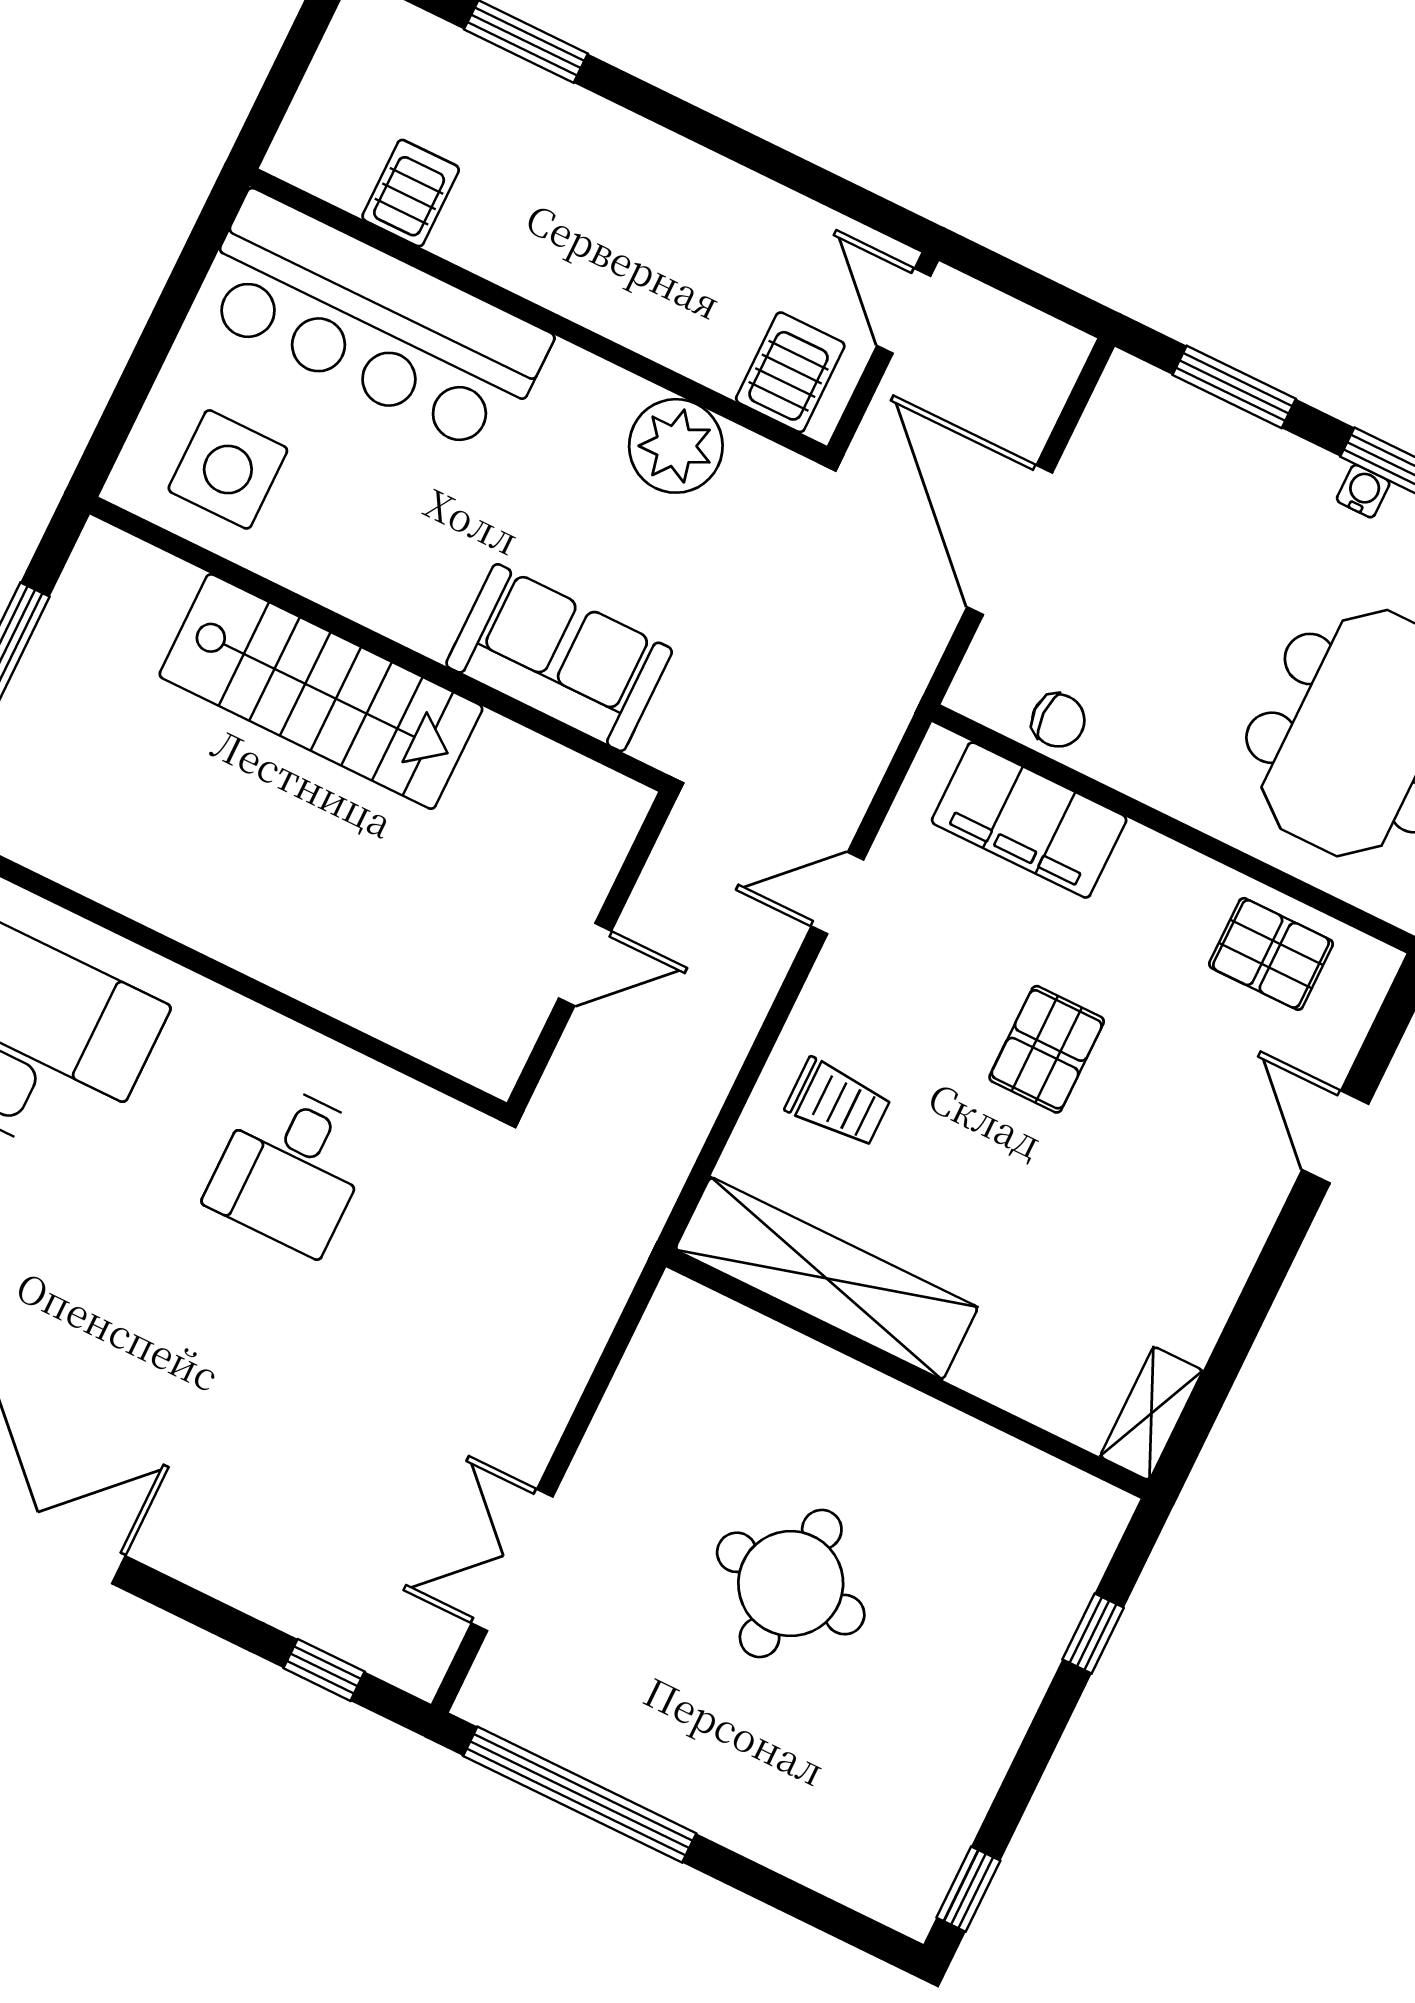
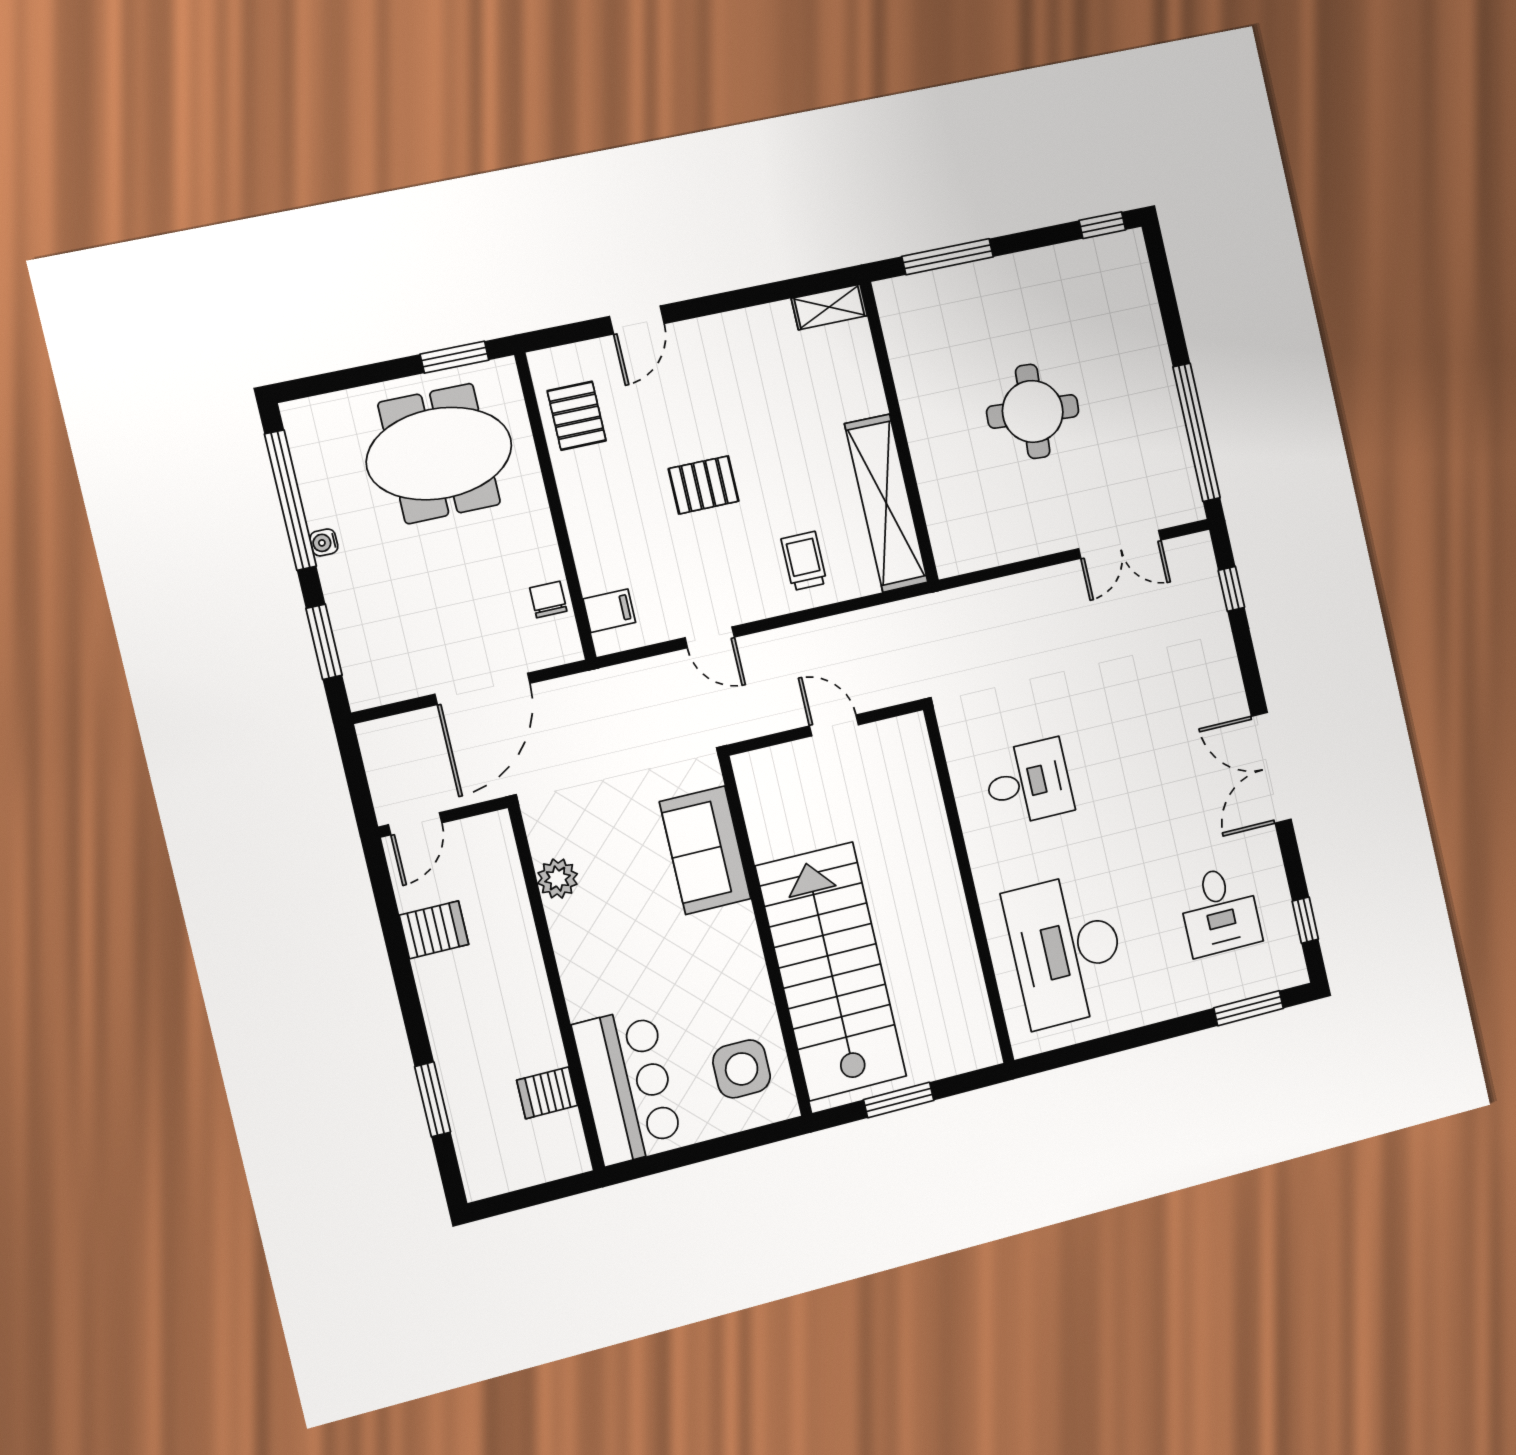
bar counter: (373, 323) -> (628, 1086), width x0.73
server rack: (790, 372) -> (434, 930), moved, turned 180
plant: (676, 446) -> (558, 879), width x0.73, depth x0.73
stairs: (321, 691) -> (831, 971), width x1.36, depth x1.51
filing cabinet: (1029, 820) -> (609, 611), width x0.33, depth x0.86
window: (1093, 1634) -> (948, 257), width x2.17

